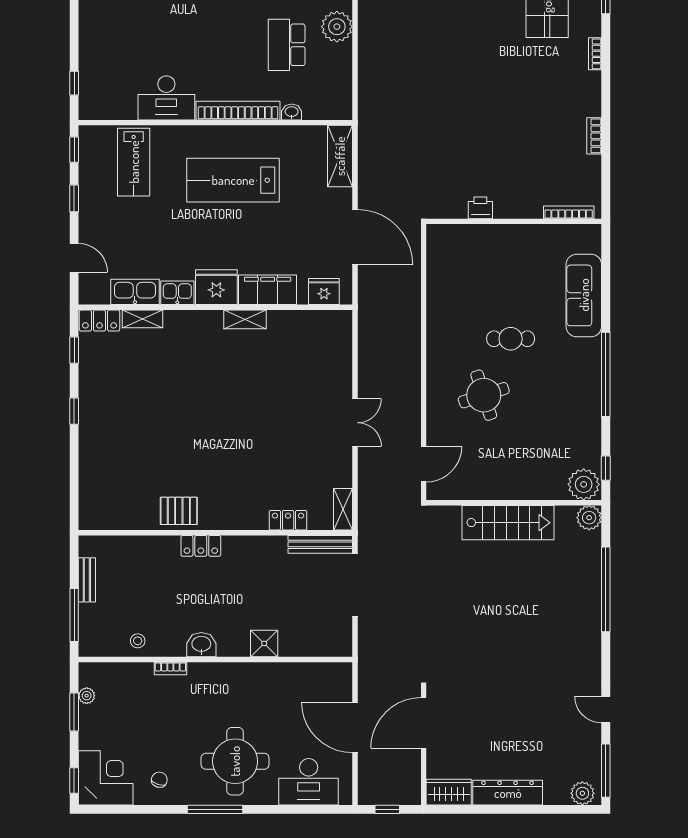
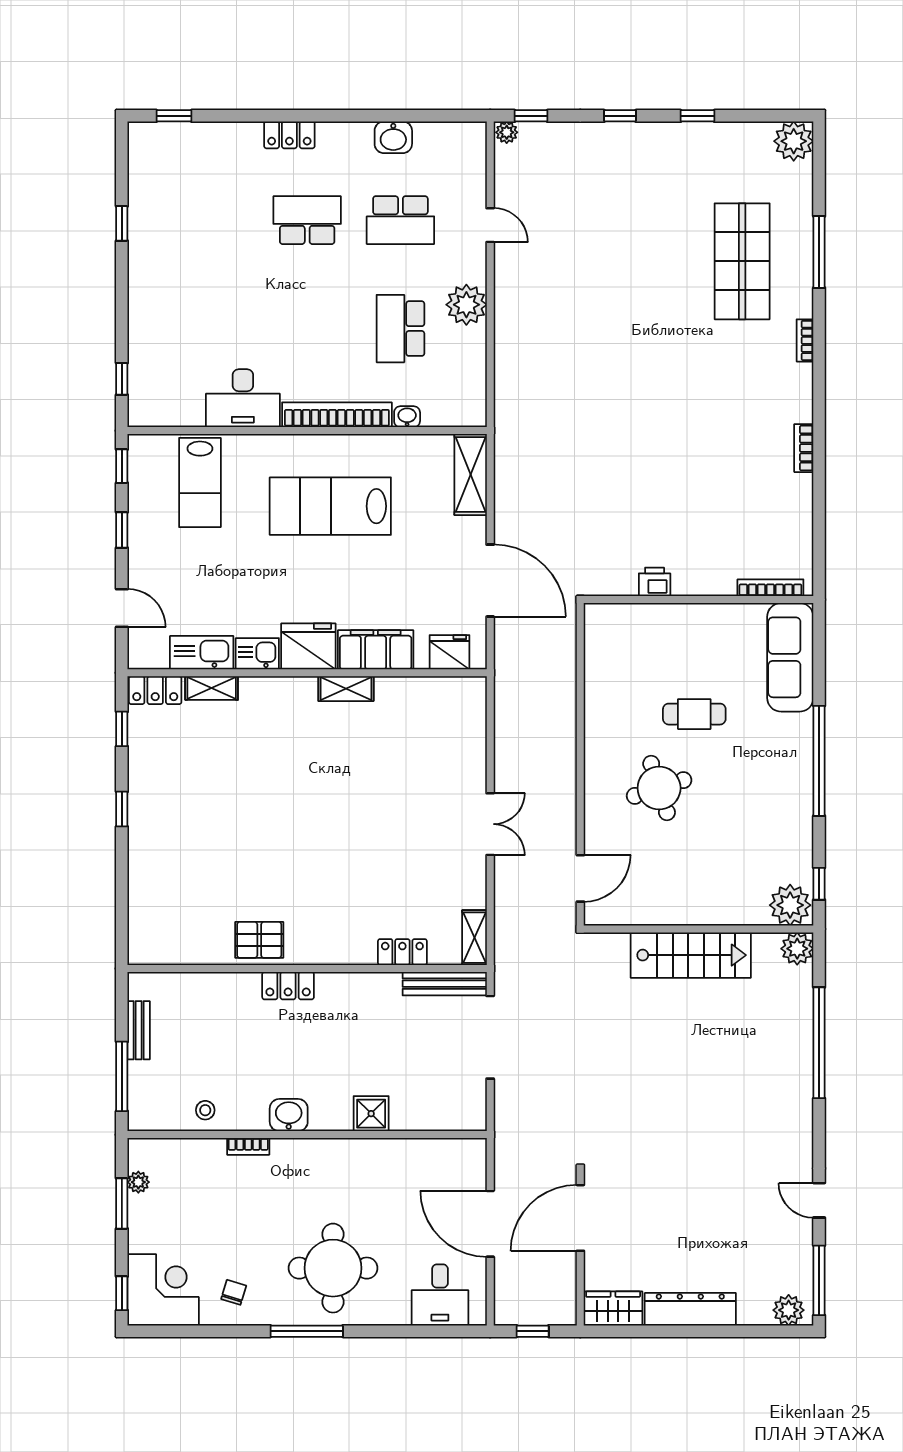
printer: (480, 208) -> (655, 582), moved
bookcase: (569, 212) -> (770, 588), moved
wall: (514, 221) -> (699, 600), moved
desk: (309, 782) -> (440, 1295), width x0.73

